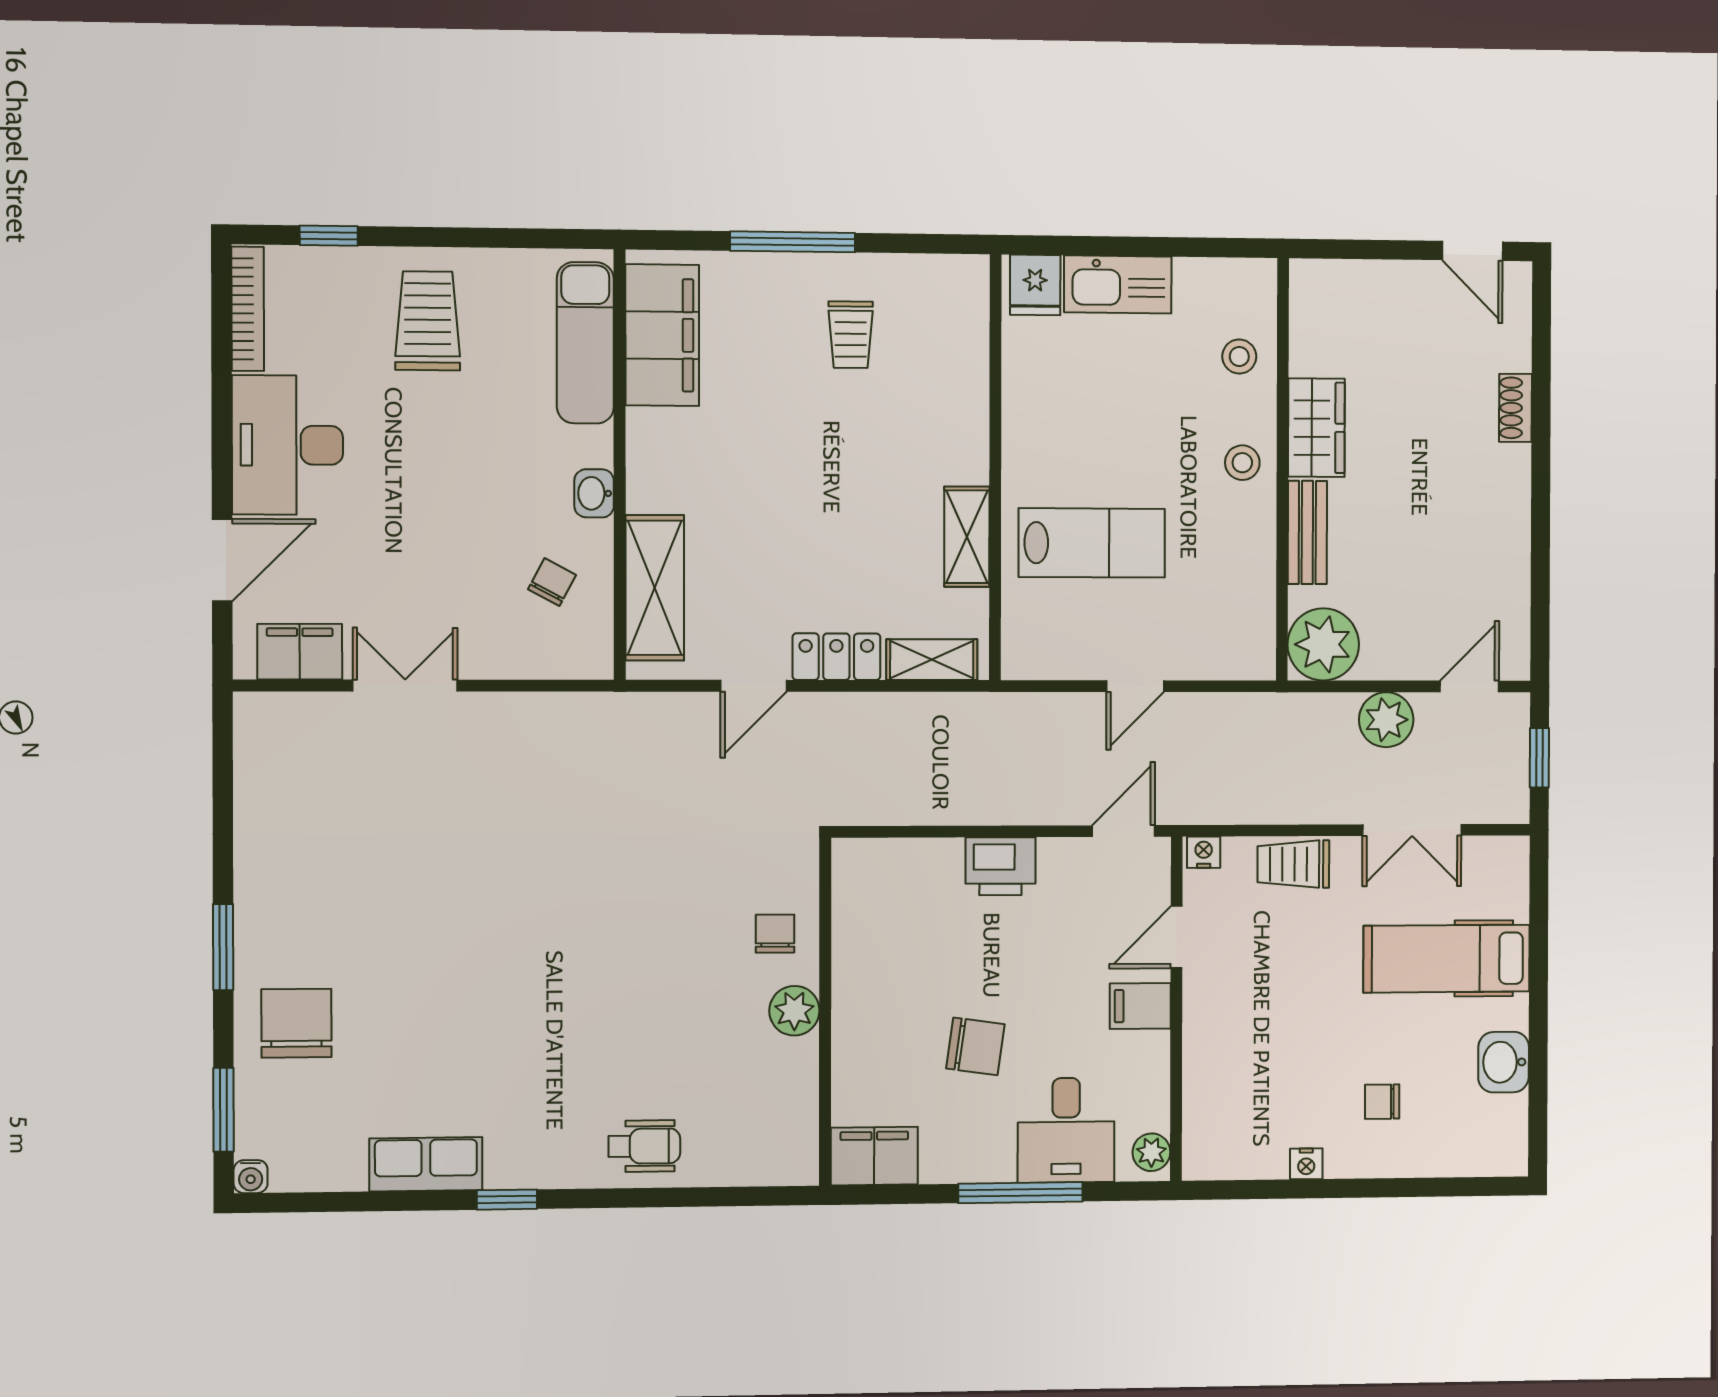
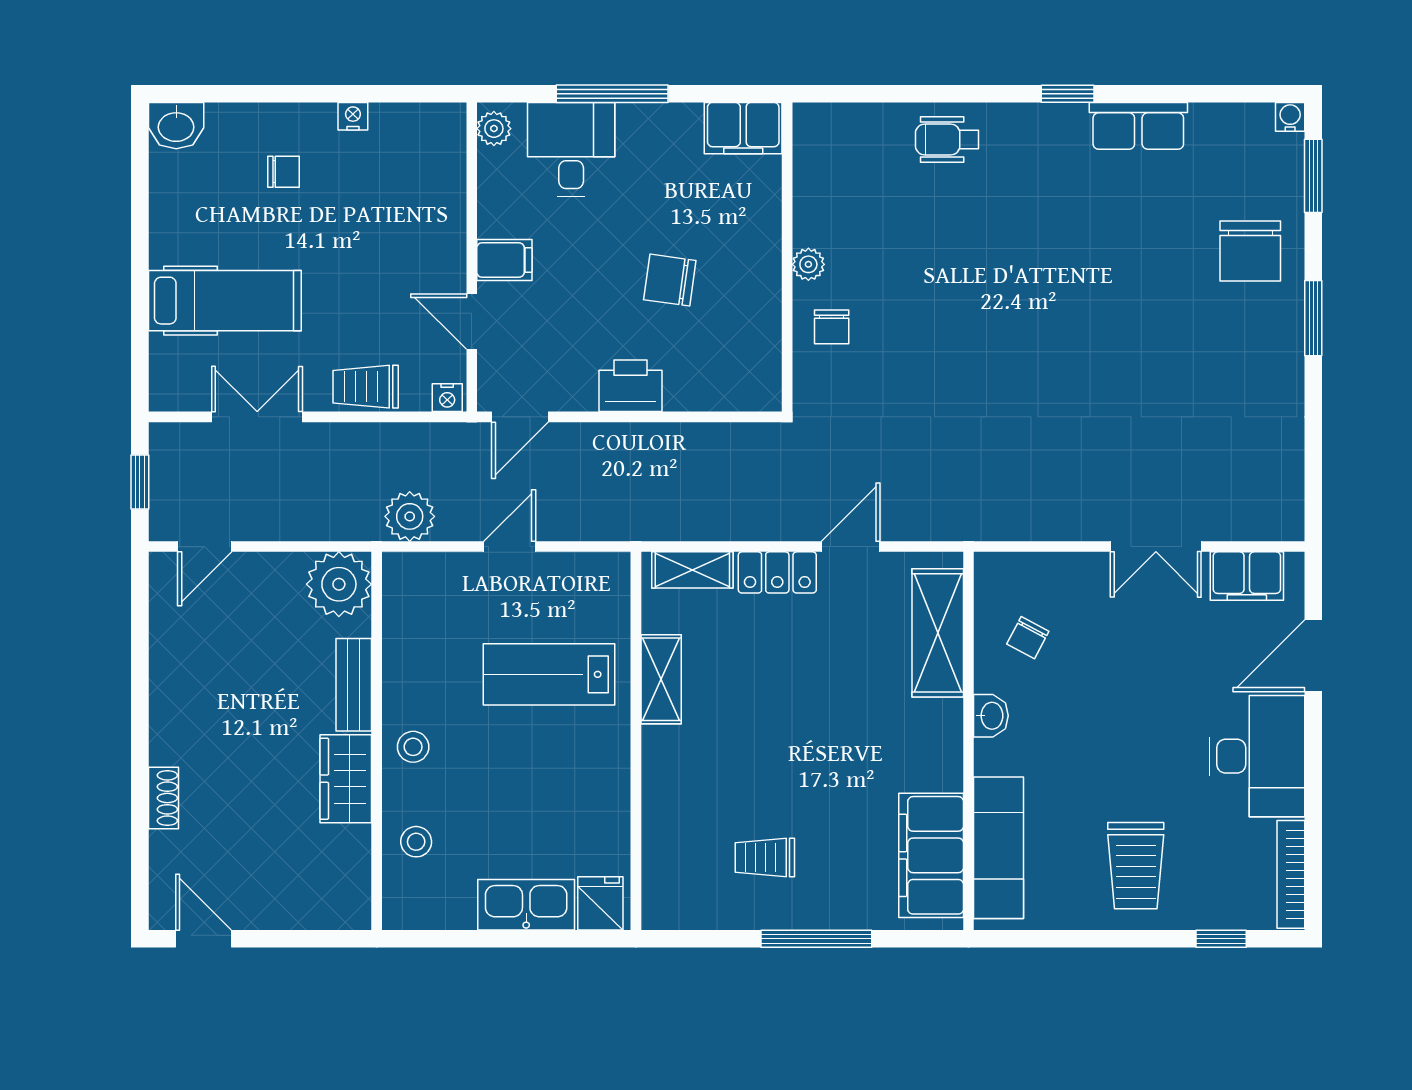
trolley: (851, 335) -> (765, 858), turned -90
plant: (1386, 720) -> (410, 516), moved
trolley: (1293, 864) -> (366, 387), turned 180
door: (1176, 937) -> (472, 322), swing flipped
plant: (794, 1011) -> (808, 264), width x0.73, depth x0.73
chair: (975, 1046) -> (670, 280), moved
washbasin: (1504, 1062) -> (176, 126), moved, turned 90

